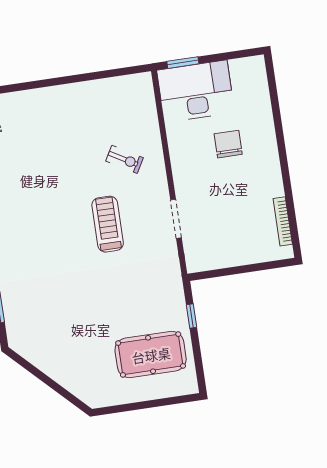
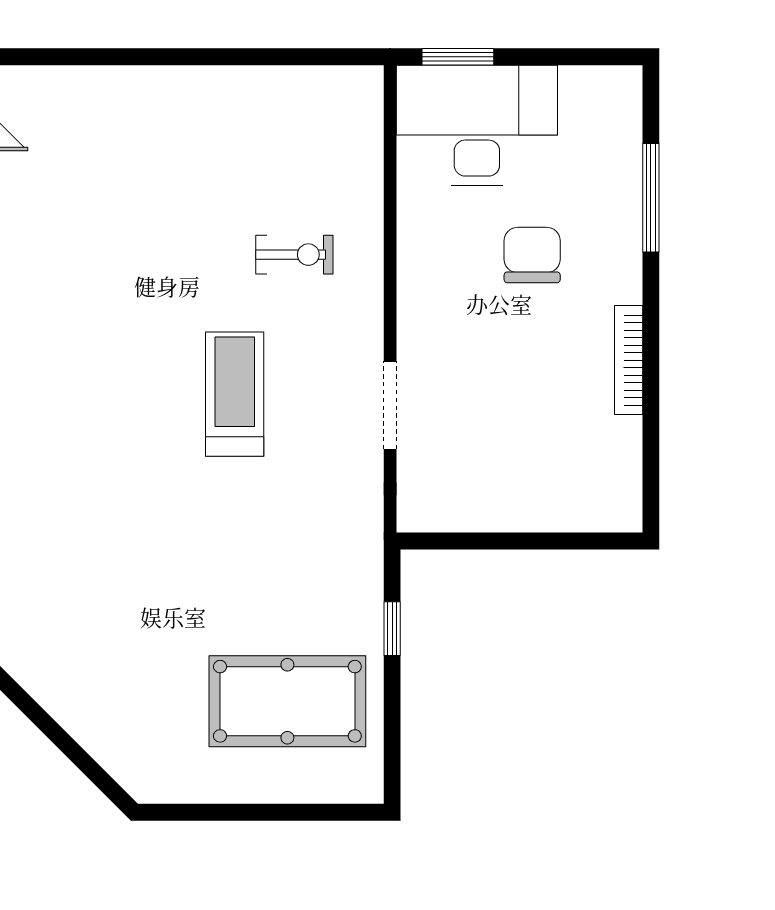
window: (276, 111) -> (651, 198), added
exercise bike: (125, 159) -> (294, 255), turned -30
bookcase: (283, 221) -> (629, 360), moved

